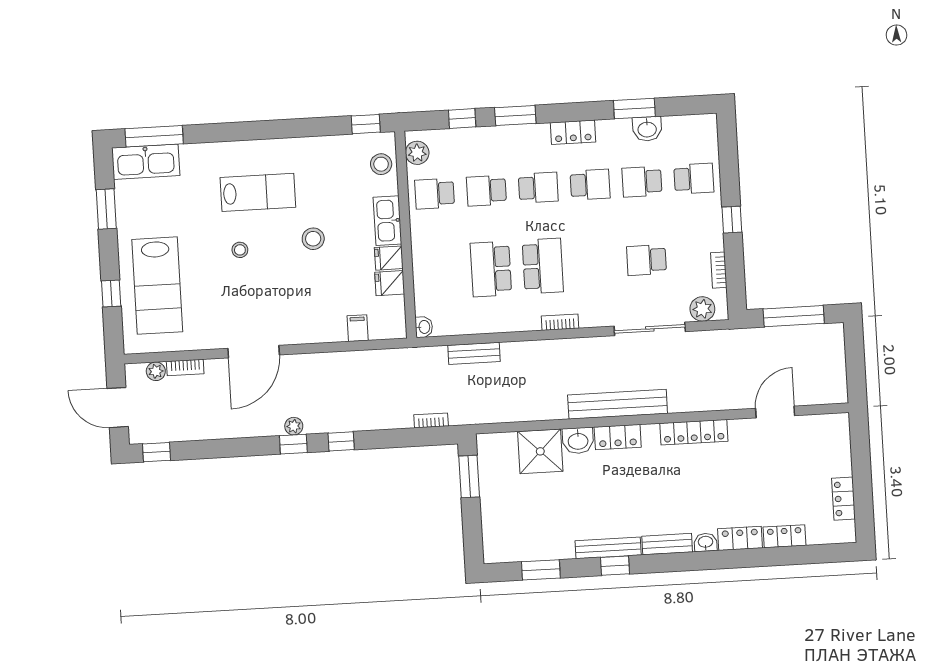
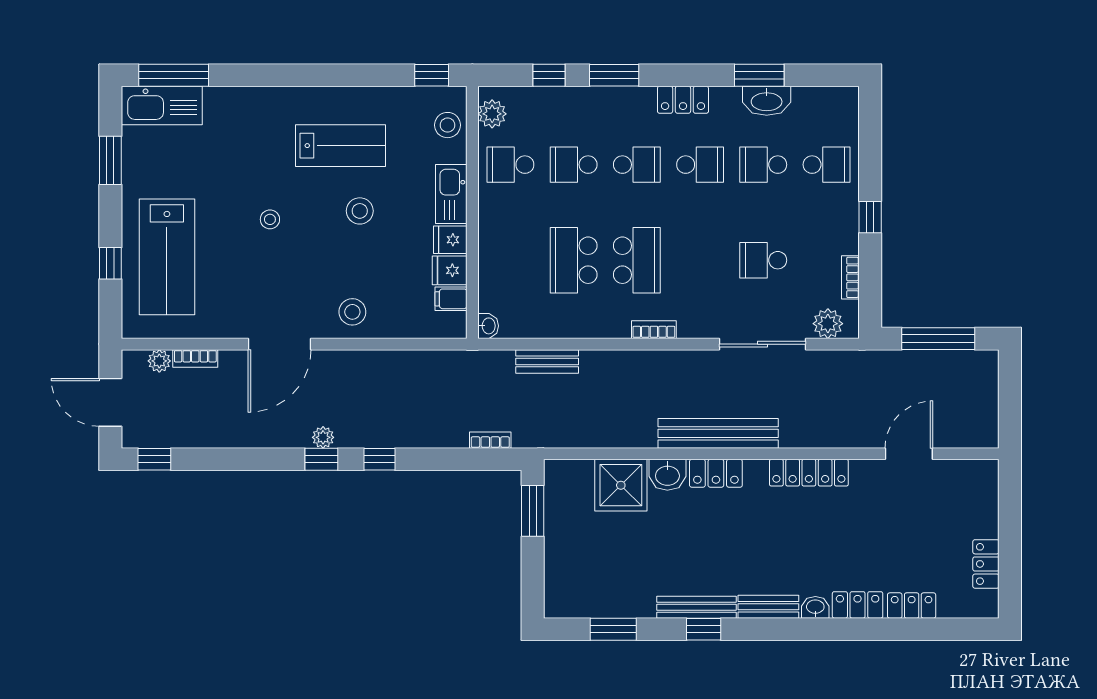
washbasin: (647, 129) -> (767, 101), width x1.38
lab bench: (258, 192) -> (340, 146), moved
stool: (312, 322) -> (352, 312), added
filing cabinet: (358, 328) -> (451, 299), moved, turned -90

